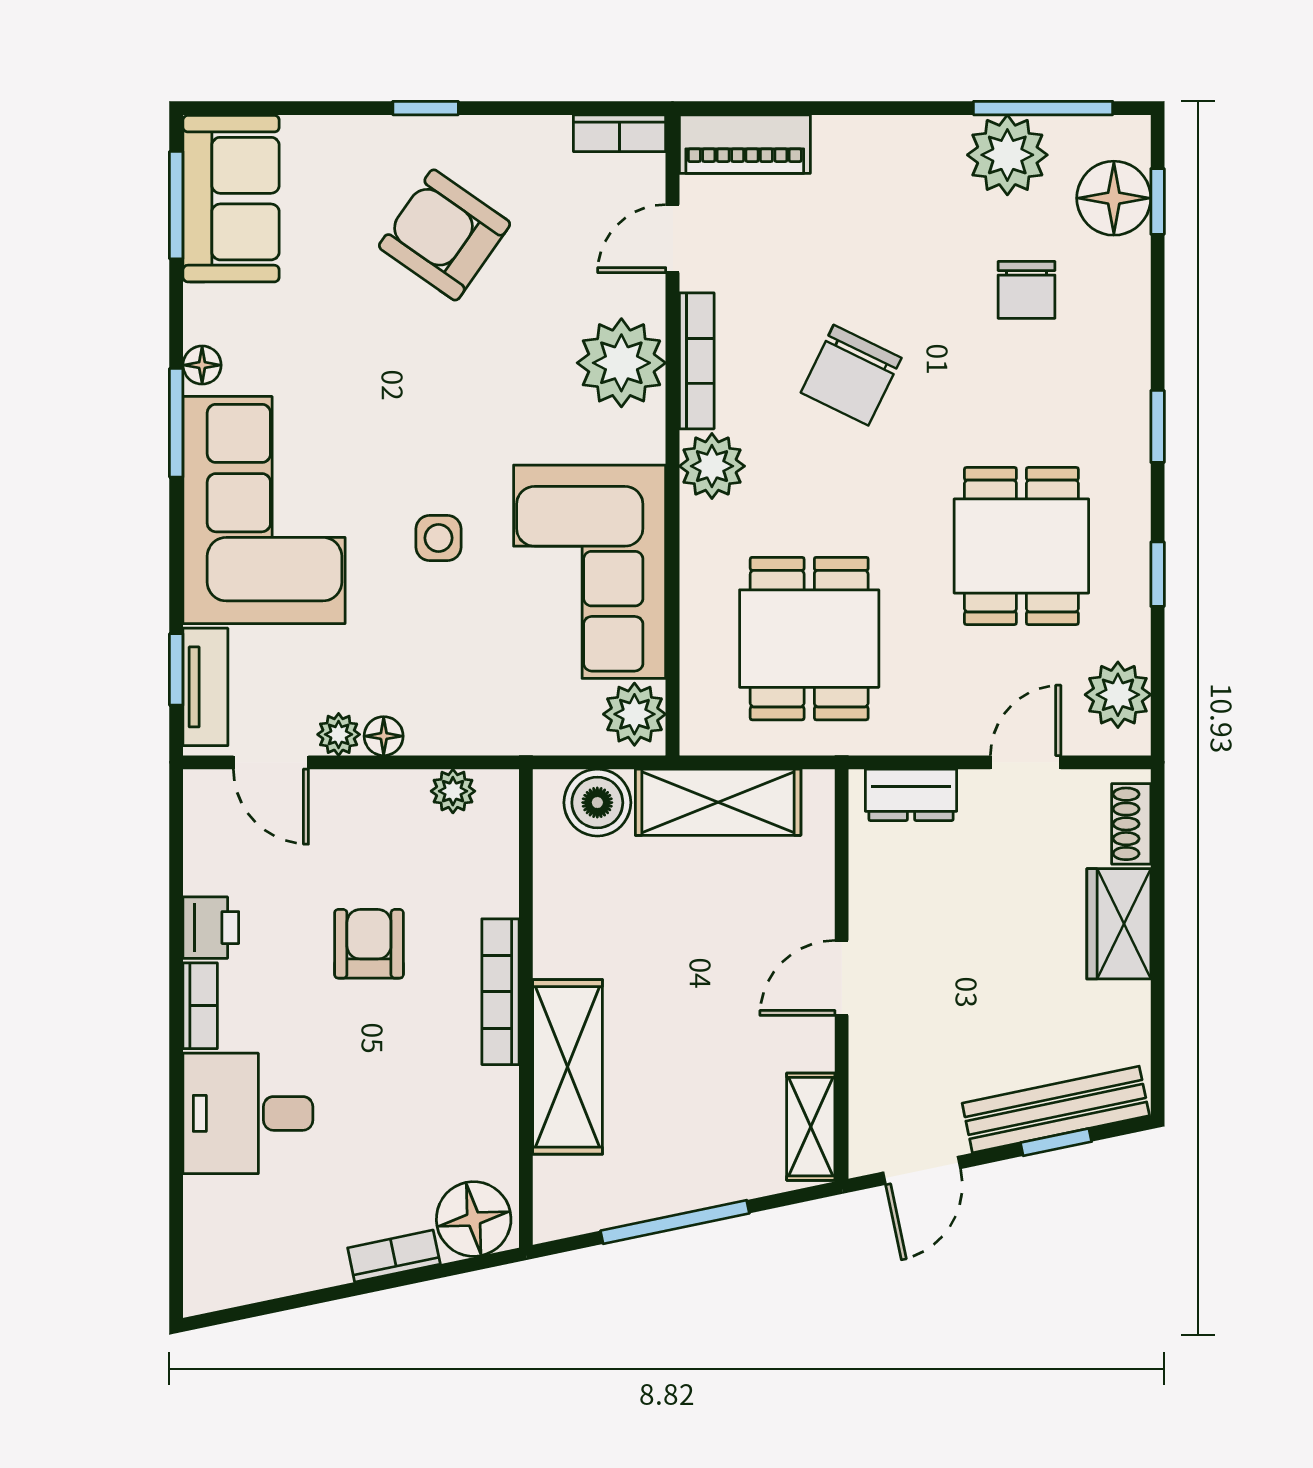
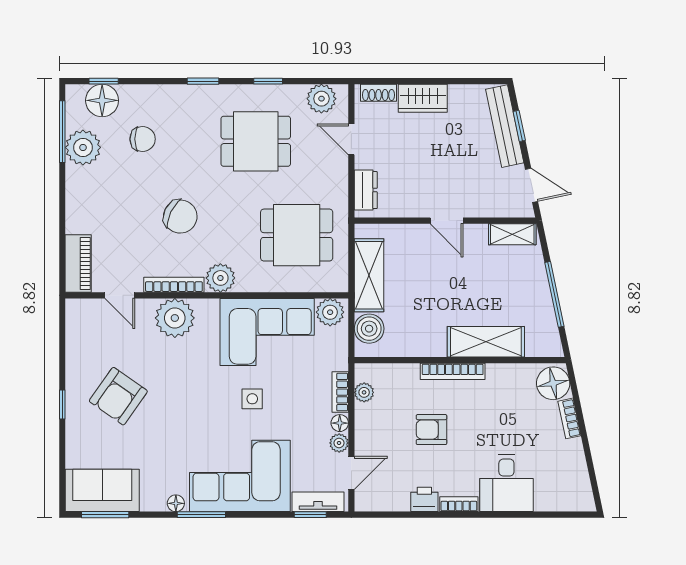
bookcase: (620, 133) -> (340, 392), moved, turned 180

